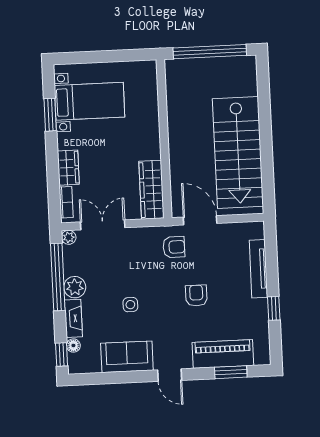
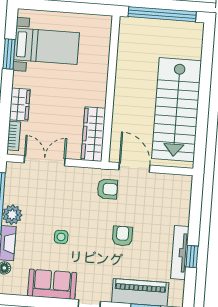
plant: (69, 237) -> (12, 168), removed
tv unit: (258, 269) -> (180, 253), moved

